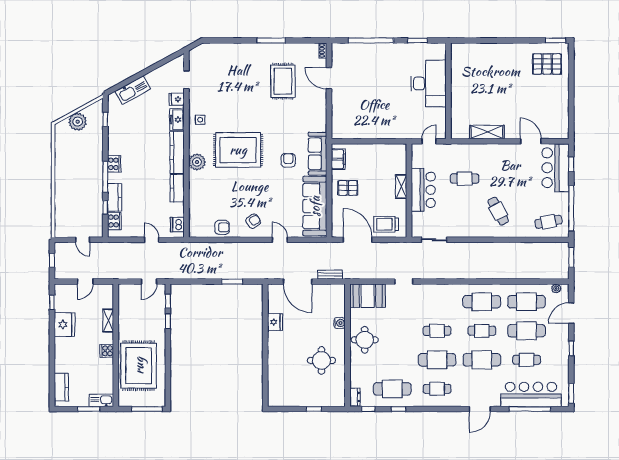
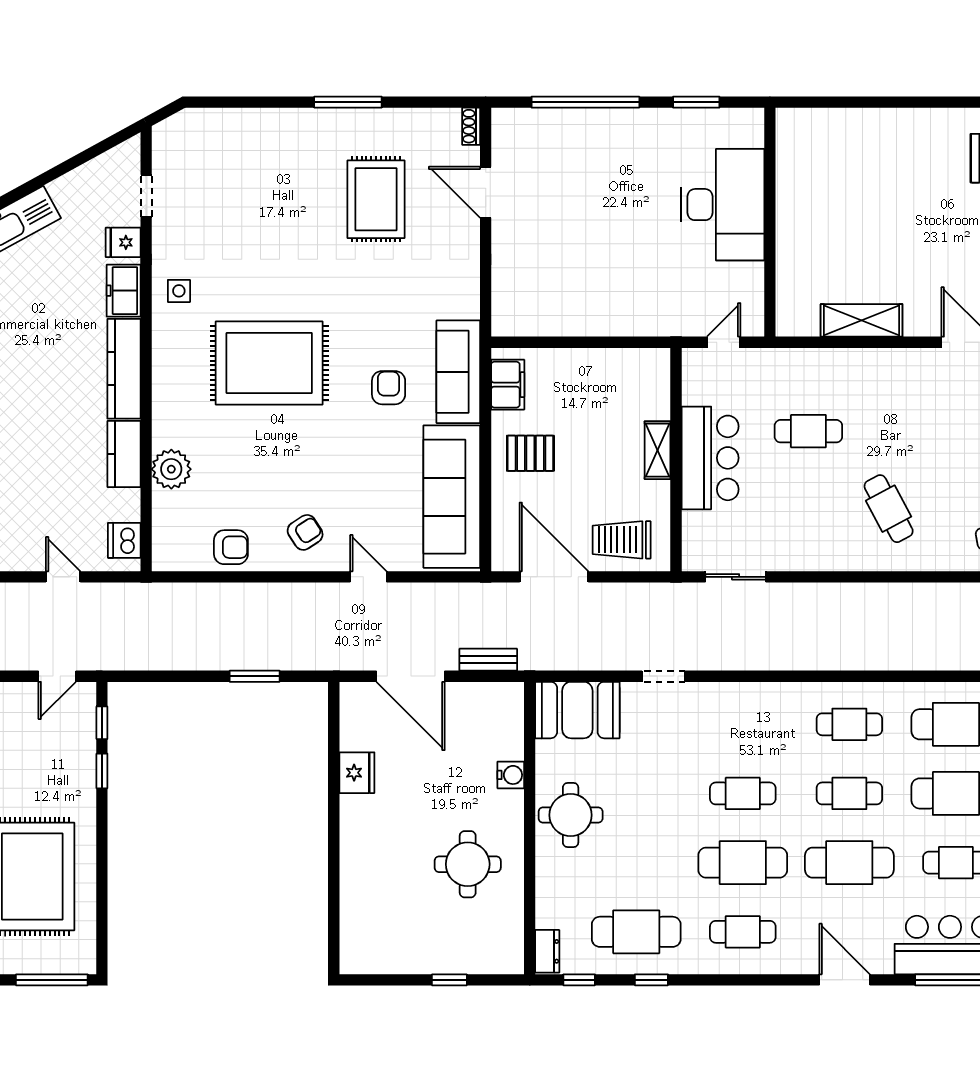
plant: (197, 162) -> (171, 469), moved
cafe table: (482, 302) -> (849, 724), width x0.73, depth x0.74
door: (480, 409) -> (845, 980), swing flipped

